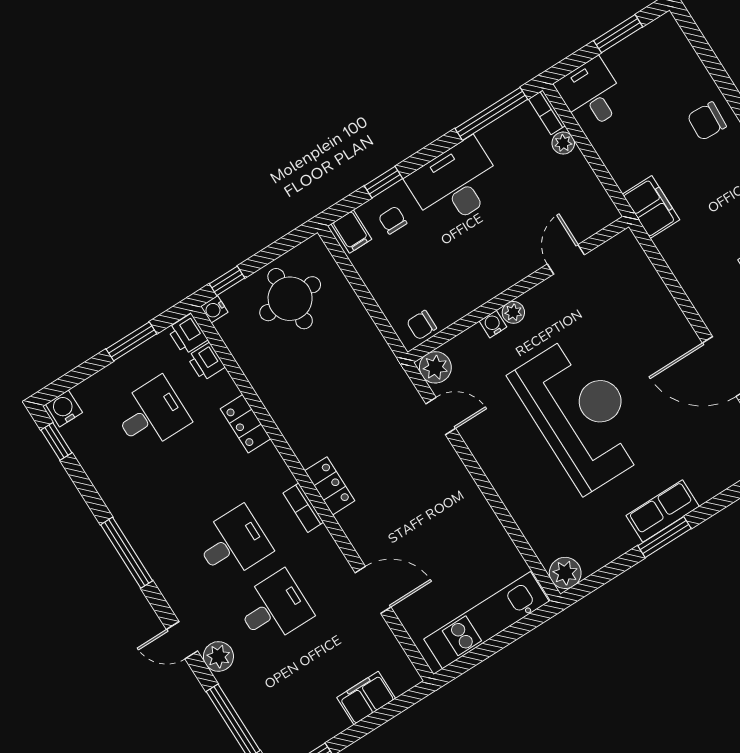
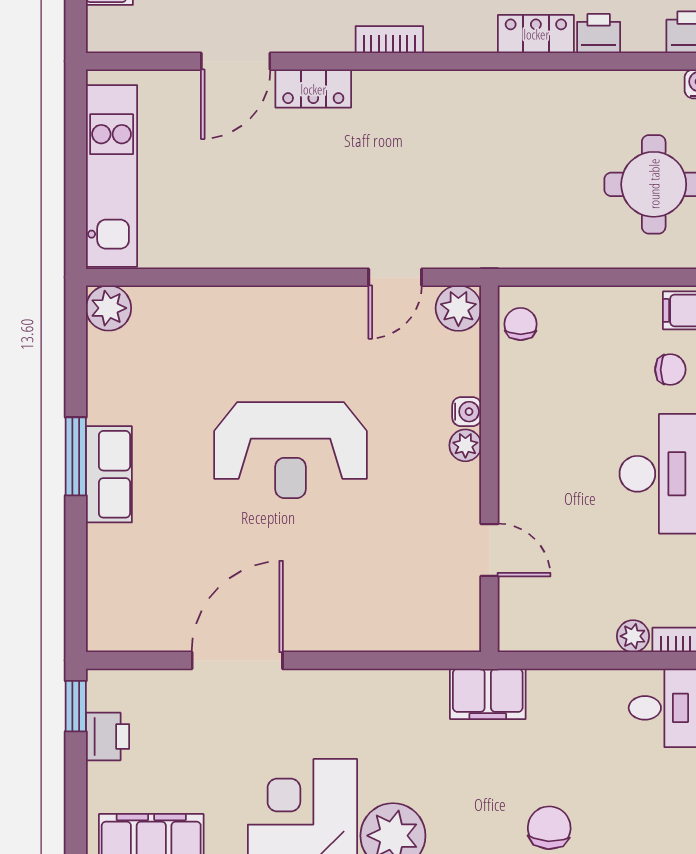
printer: (206, 362) -> (599, 34), moved
reception desk: (581, 413) -> (291, 450), width x0.74, depth x0.77
locker: (330, 486) -> (313, 89), moved

